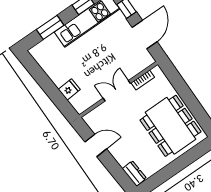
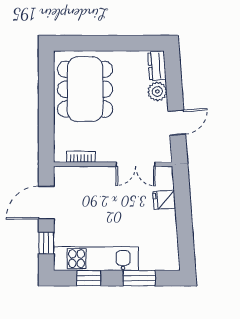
double door: (117, 91) -> (136, 164), moved
door: (96, 145) -> (177, 123), swing flipped
plant: (122, 157) -> (157, 91), added

